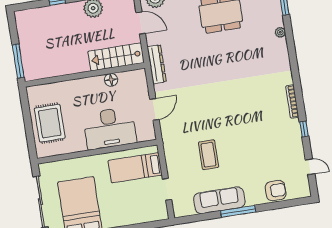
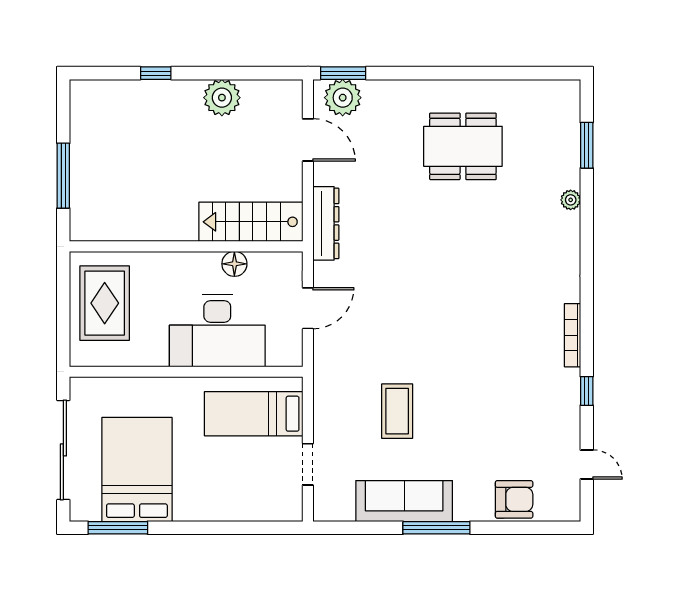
stairs: (116, 57) -> (251, 222), moved
wall: (85, 75) -> (186, 246), moved
floor lamp: (111, 80) -> (234, 264), moved

